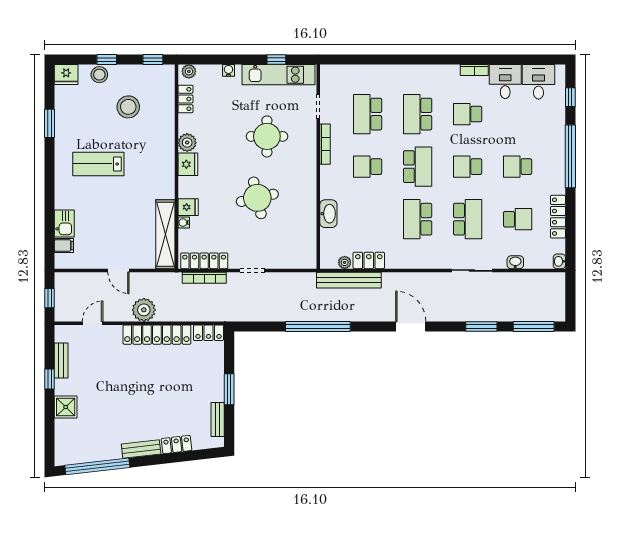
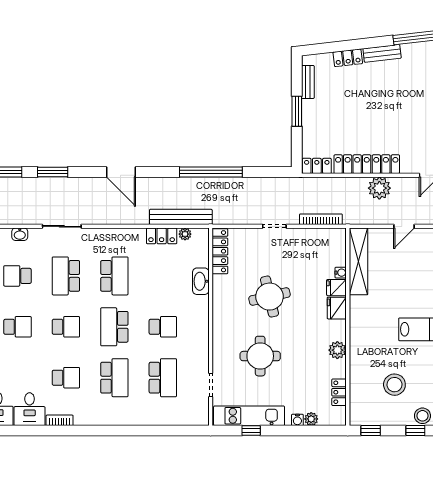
plant: (189, 71) -> (311, 419), moved
bookcase: (325, 144) -> (204, 349), removed
fridge: (188, 164) -> (337, 308), moved
locker: (204, 261) -> (220, 251), moved, turned -90
door: (118, 270) -> (404, 226), swing flipped

